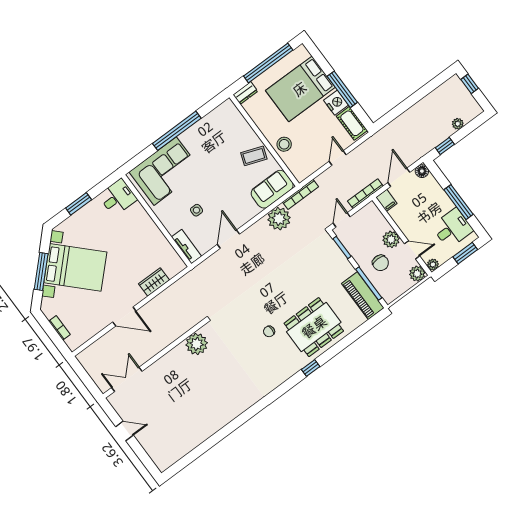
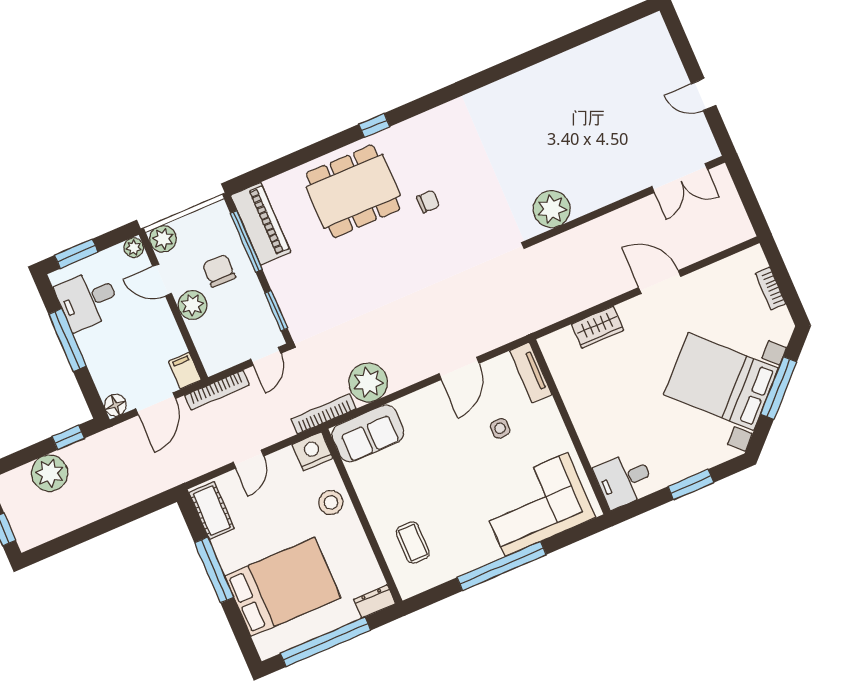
nightstand: (336, 103) -> (312, 451), moved, turned 90
plant: (458, 124) -> (50, 473), width x1.88, depth x1.88
coffee table: (254, 156) -> (413, 543), moved, turned 70

